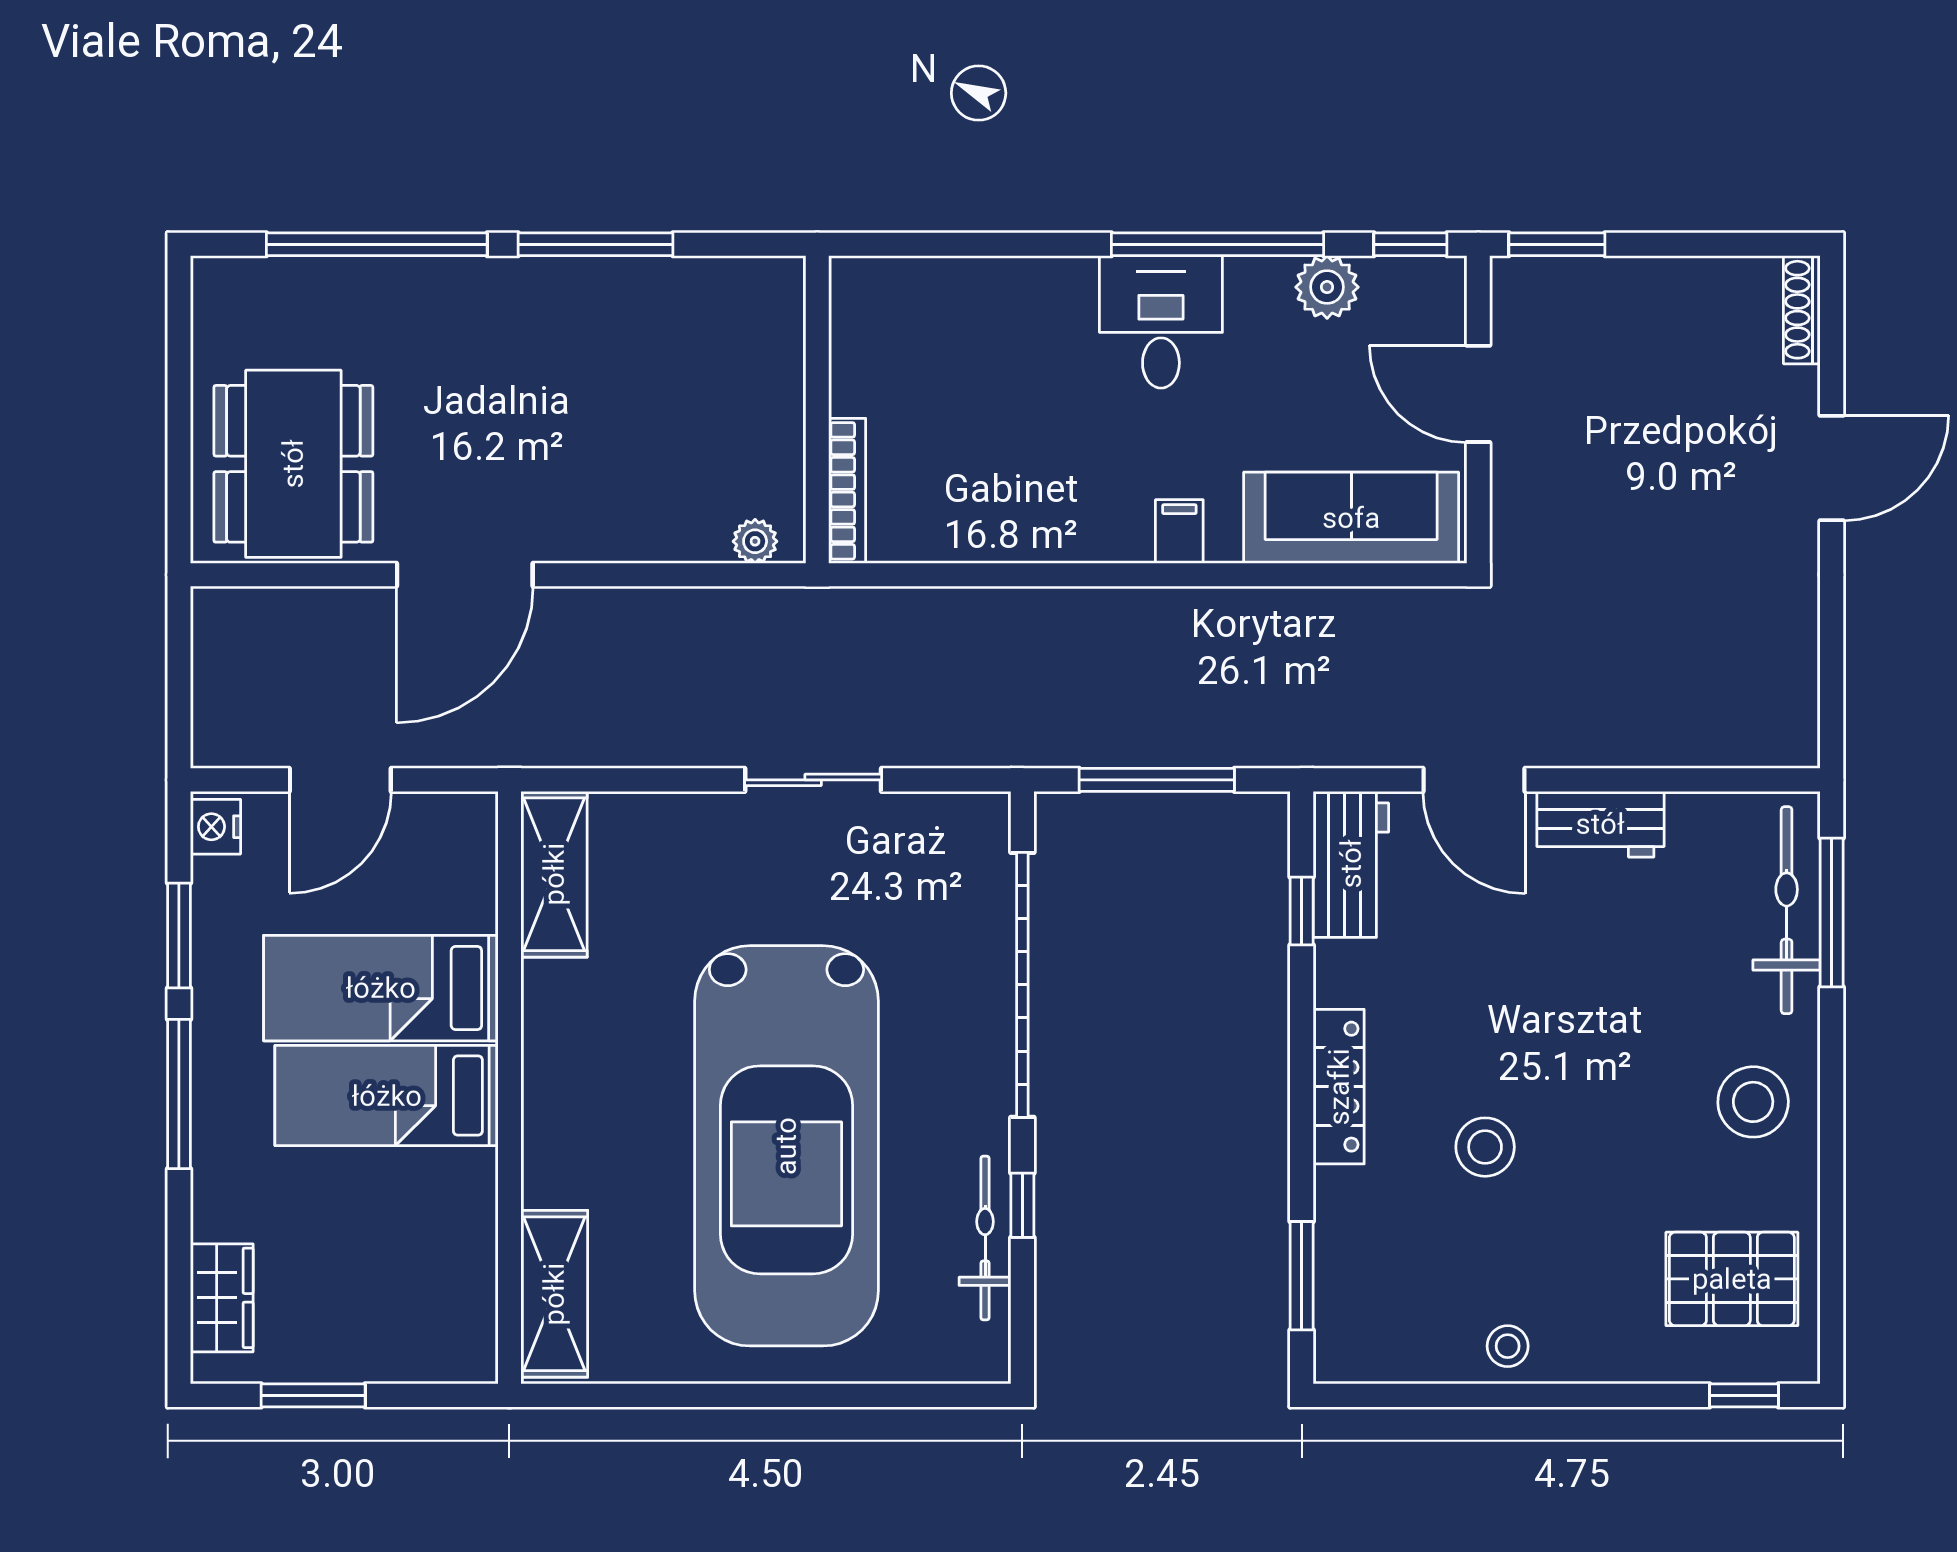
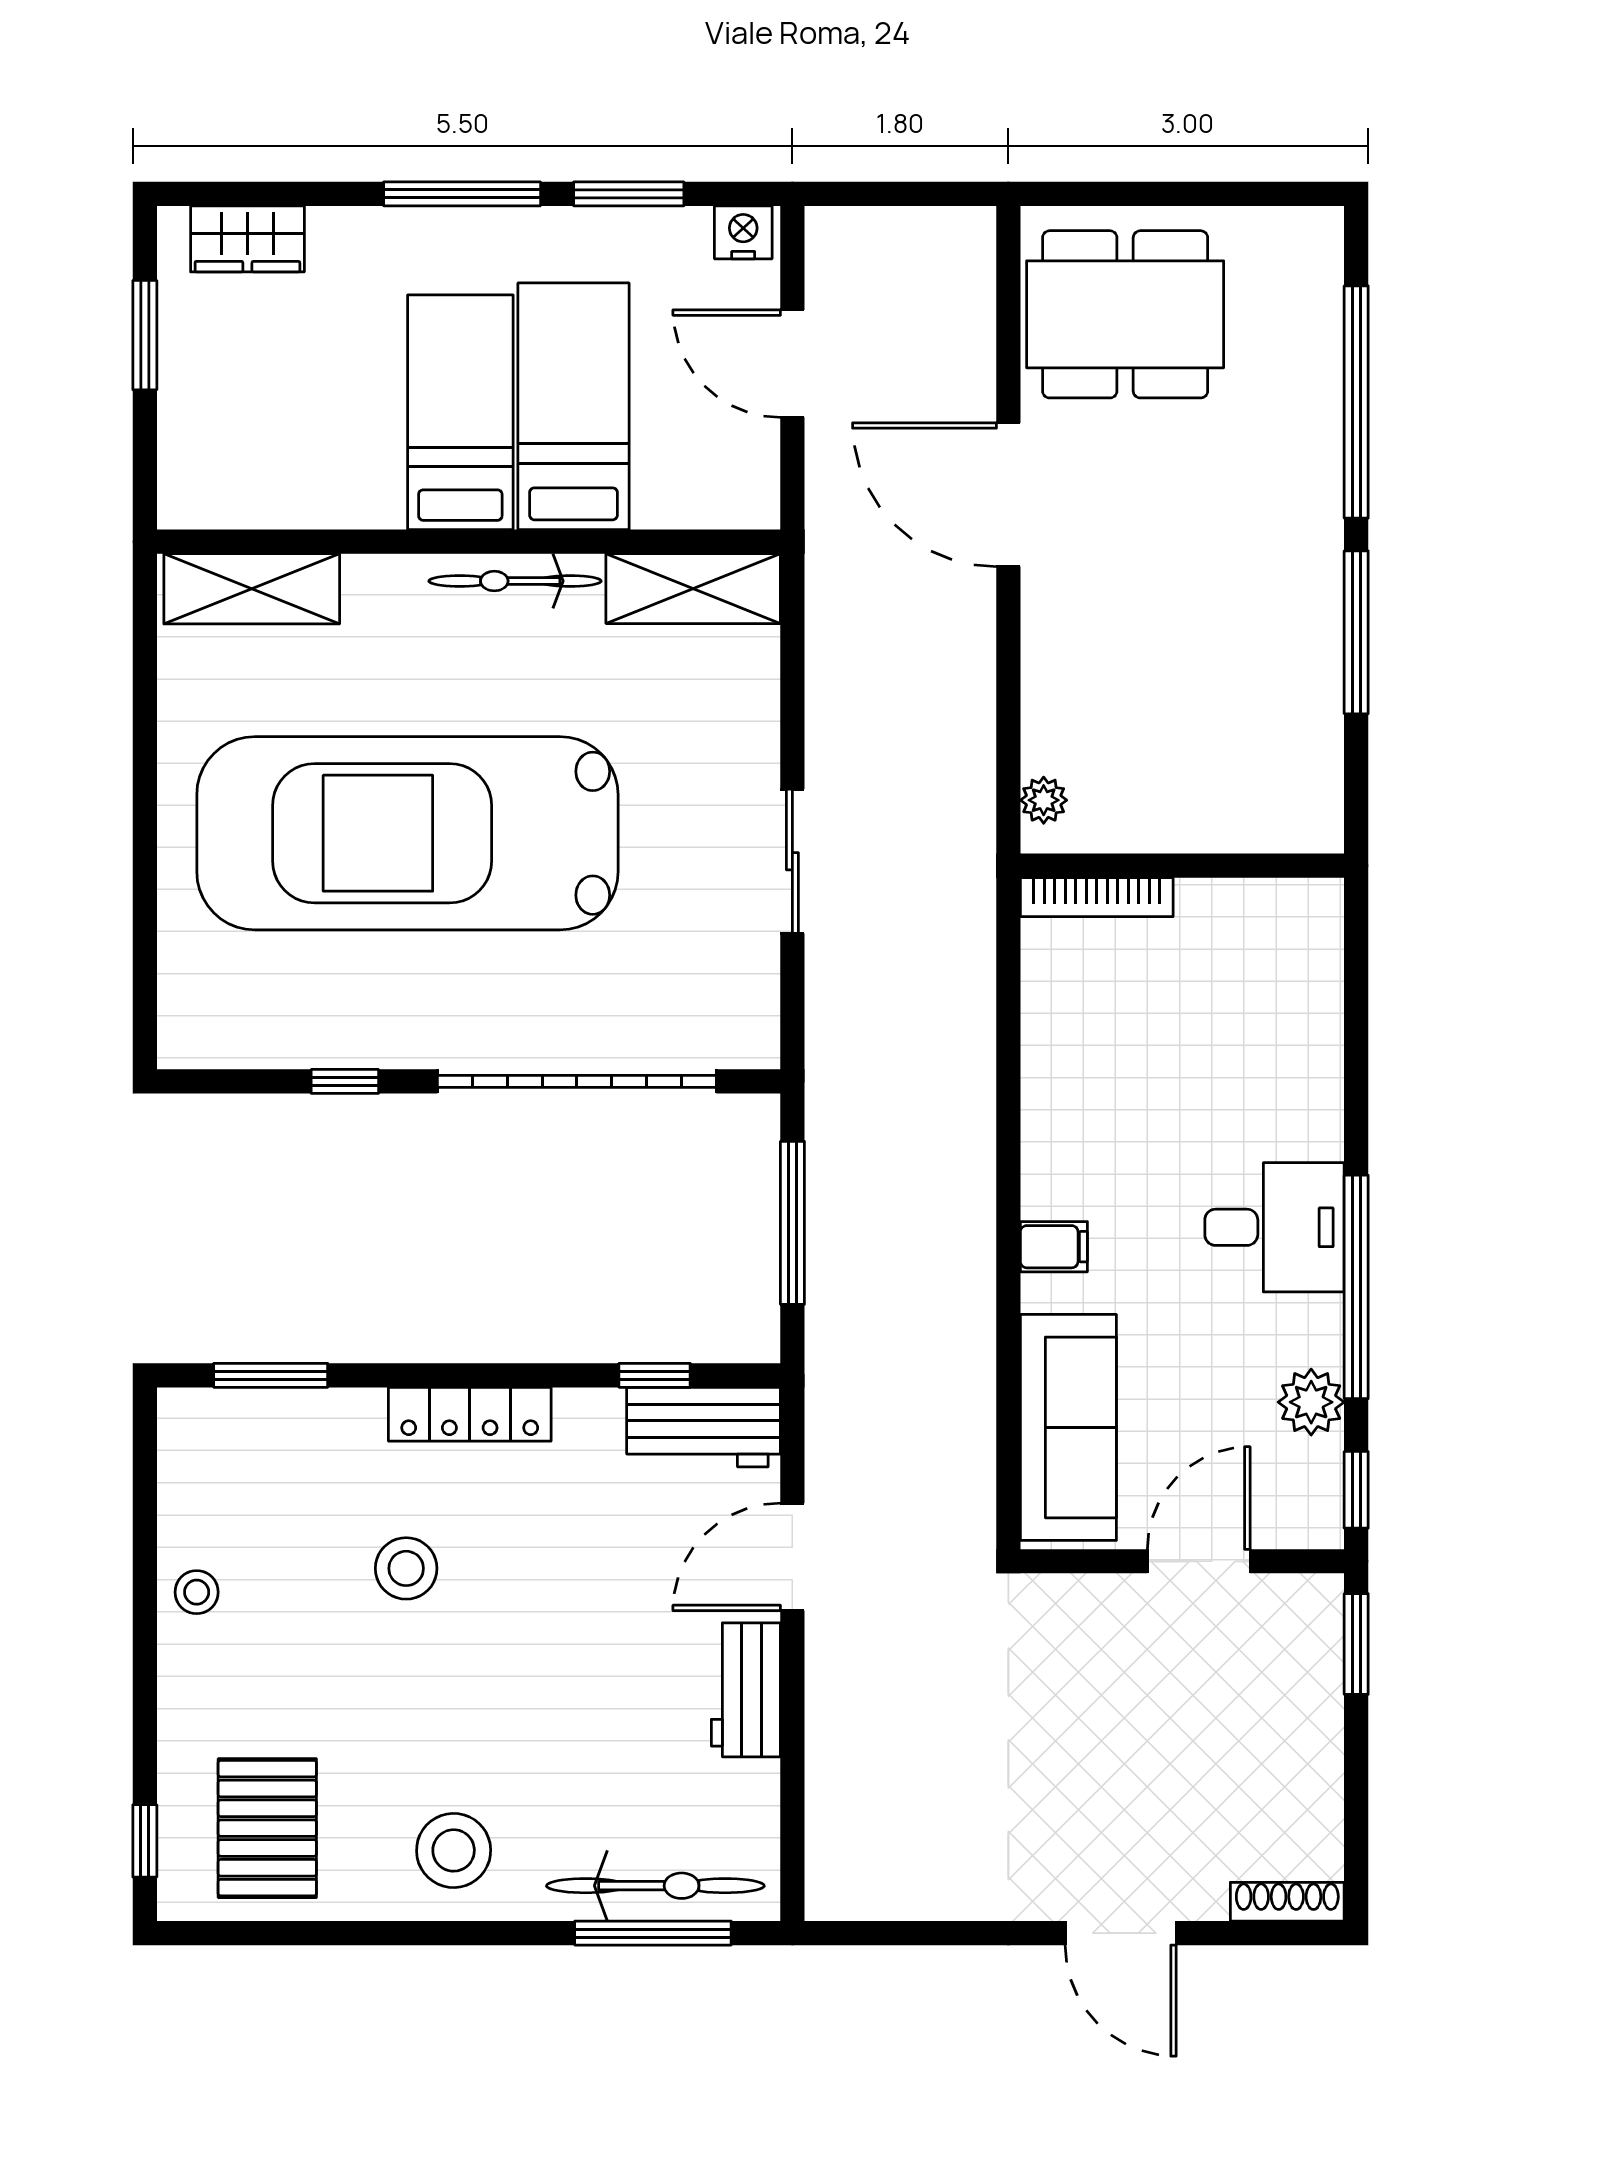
bicycle: (985, 1238) -> (515, 581), moved, turned 180

